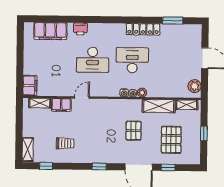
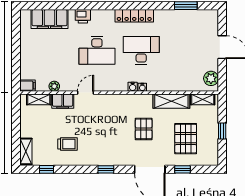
locker: (143, 29) -> (134, 16), moved
filing cabinet: (30, 86) -> (28, 86), width x0.50
plant: (142, 93) -> (54, 86), moved

